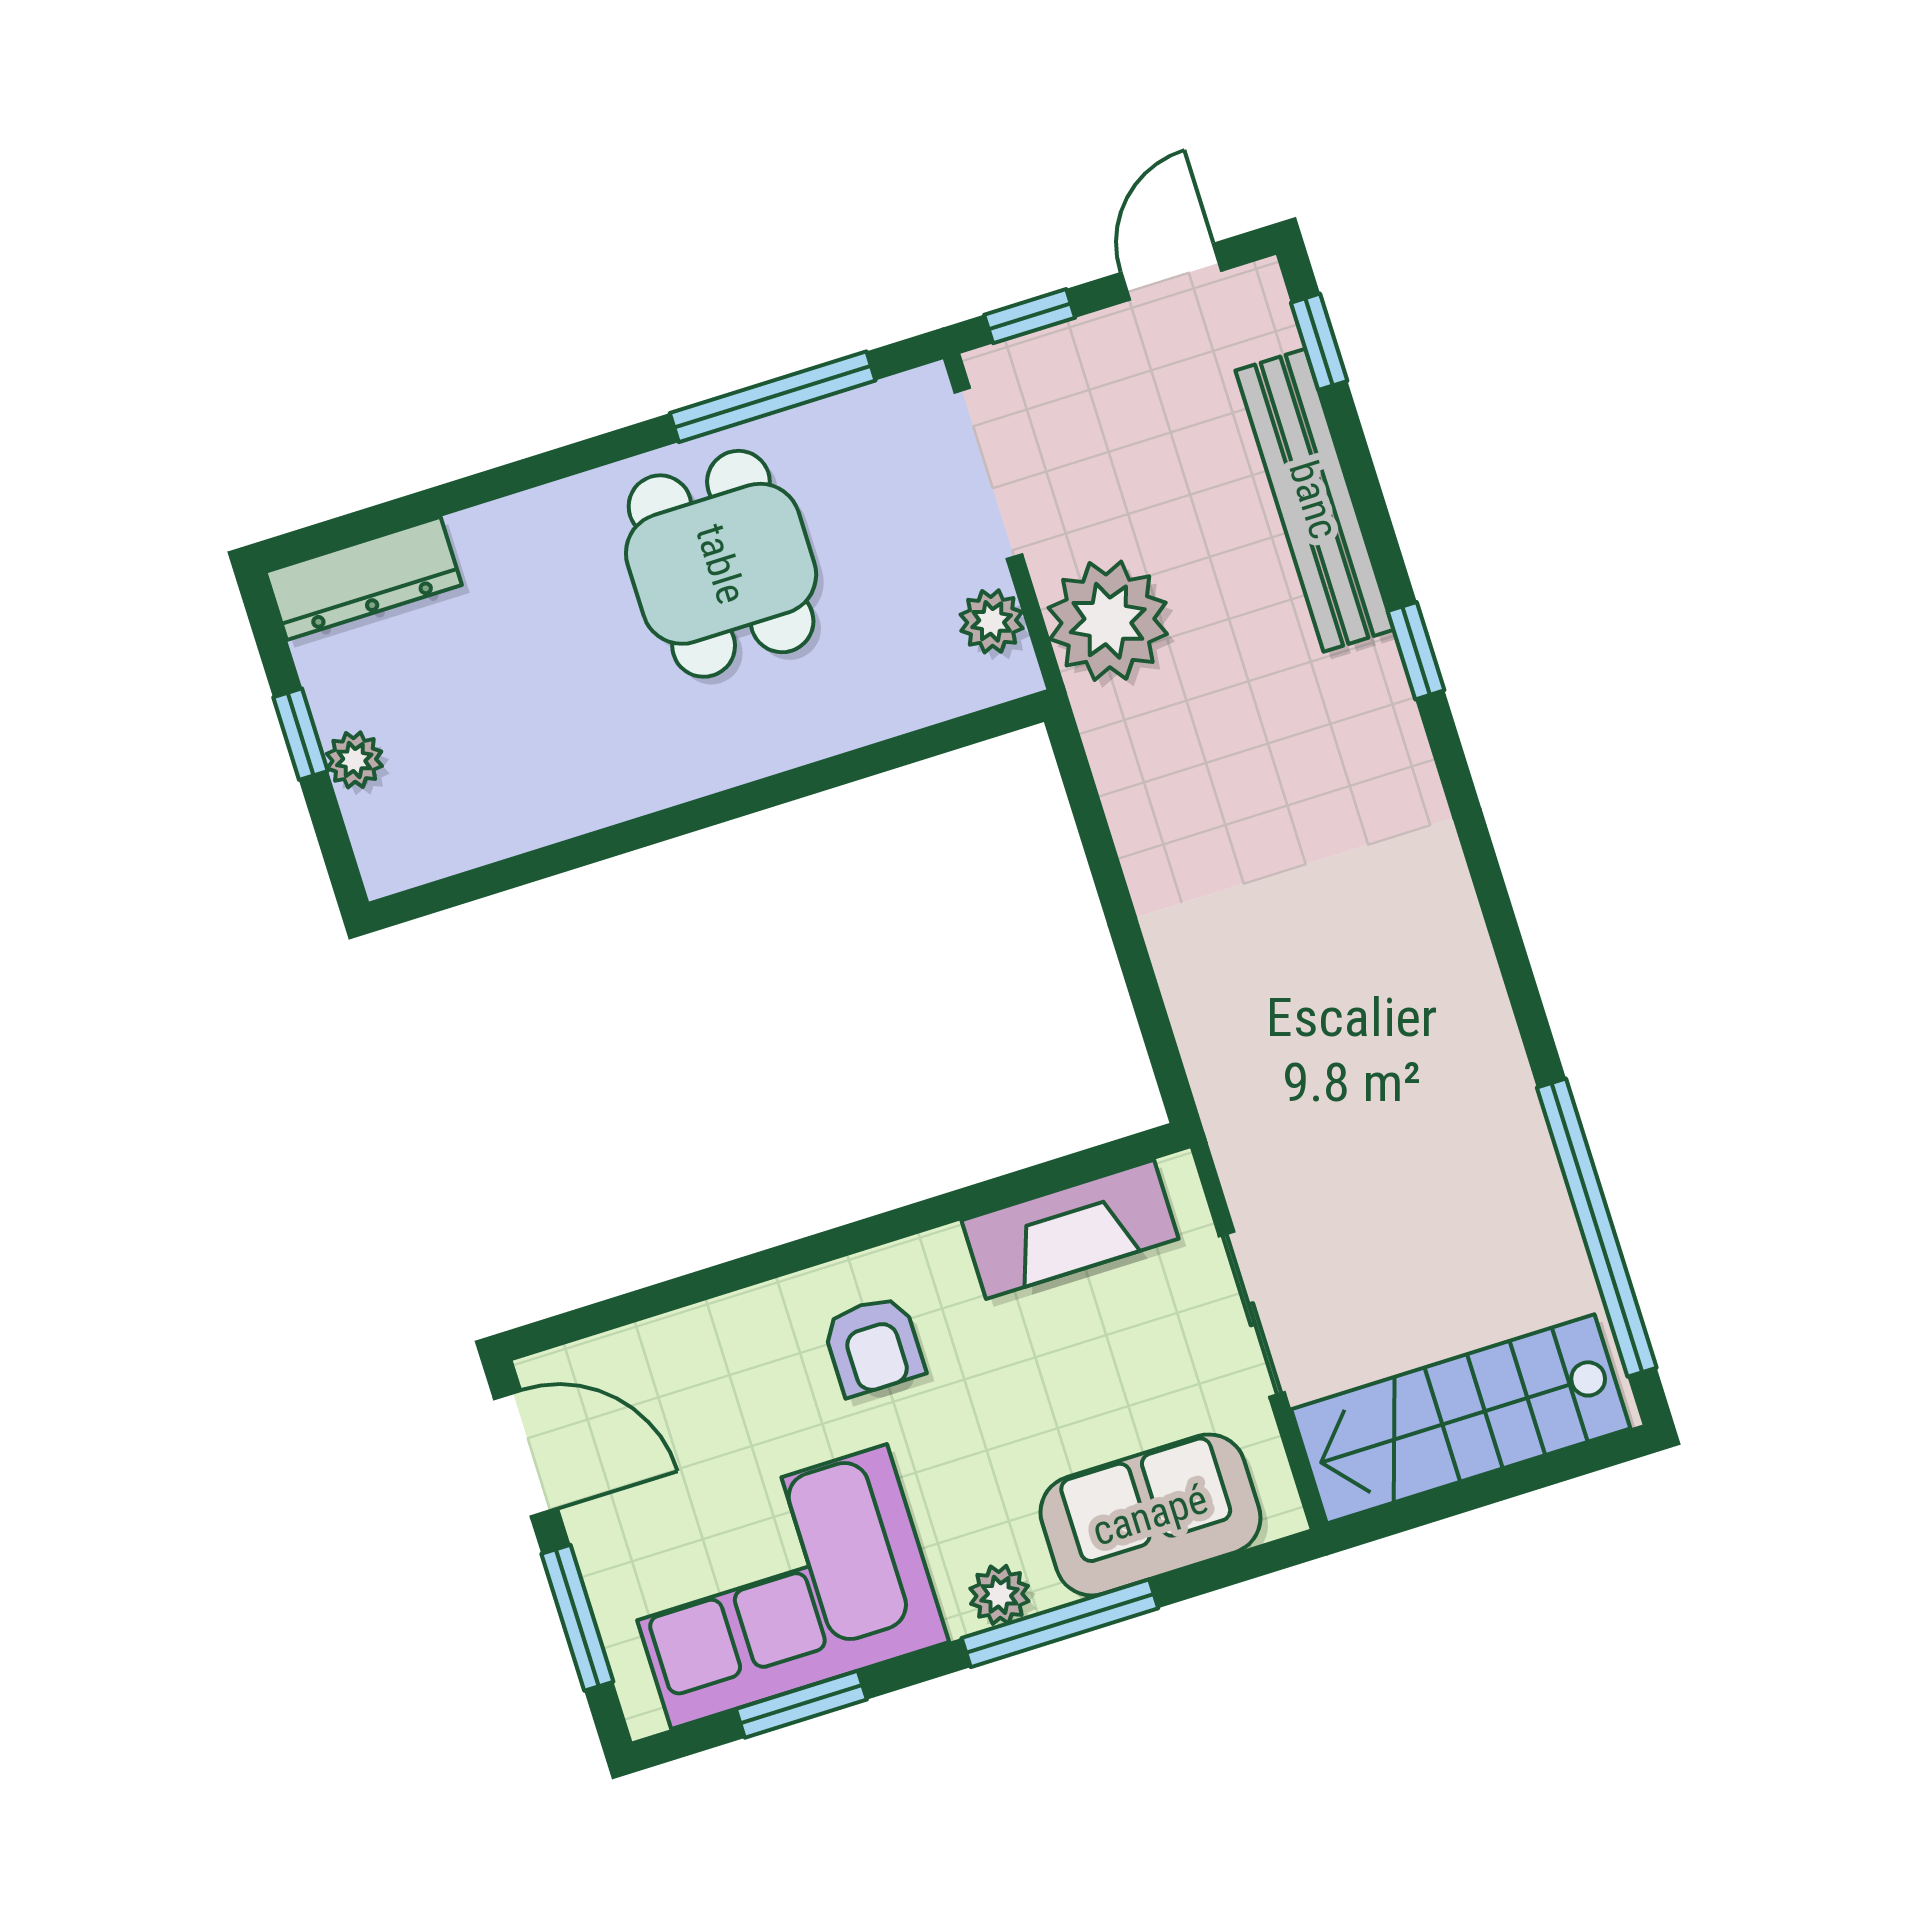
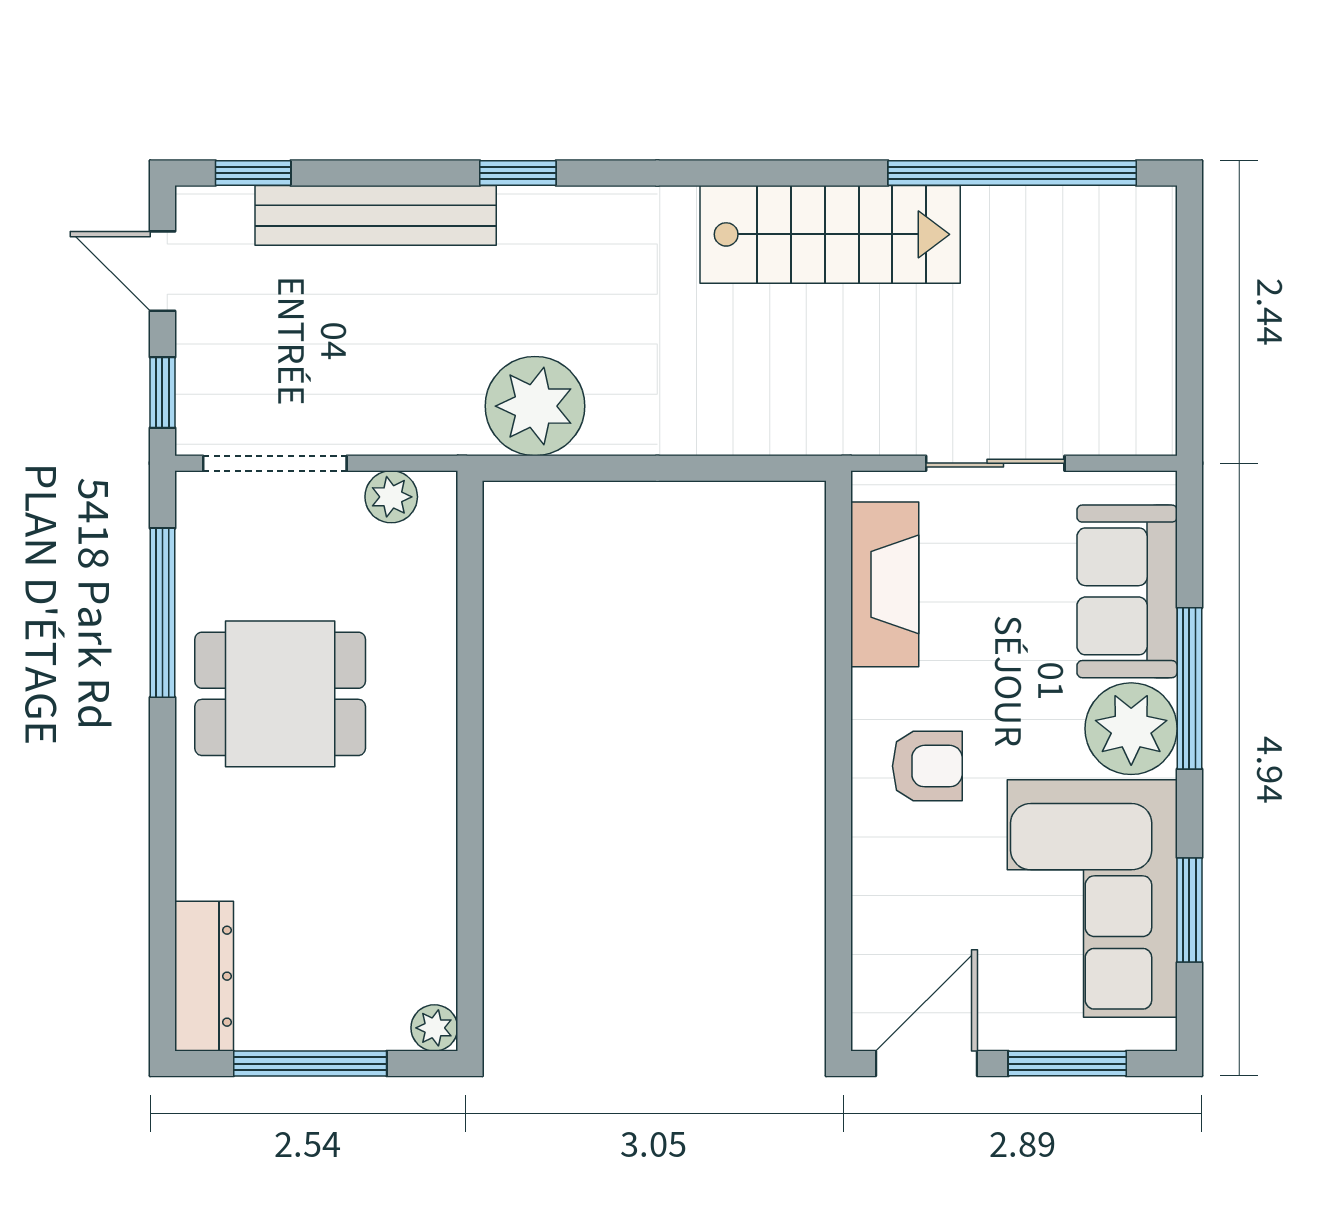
plant: (1108, 621) -> (535, 406), moved
window: (300, 734) -> (310, 1064), width x2.17
plant: (354, 760) -> (434, 1028), moved
stairs: (1461, 1419) -> (830, 234), moved, turned -90
plant: (999, 1595) -> (1131, 729), width x1.87, depth x1.87

